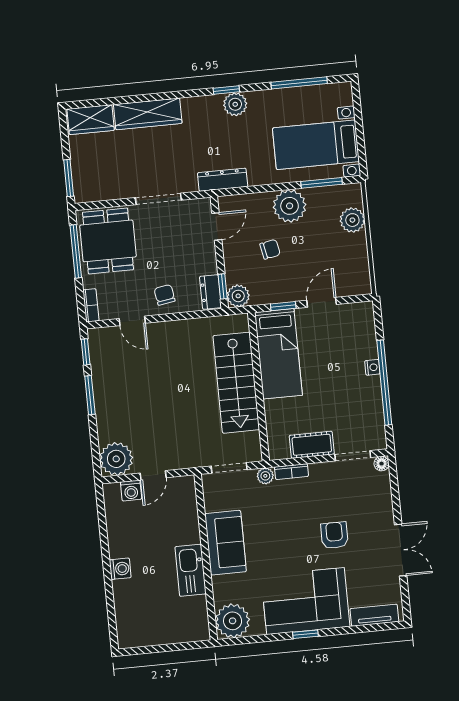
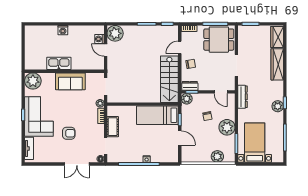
stairs: (236, 383) -> (169, 79), moved, turned -90
double door: (401, 550) -> (77, 164), moved

